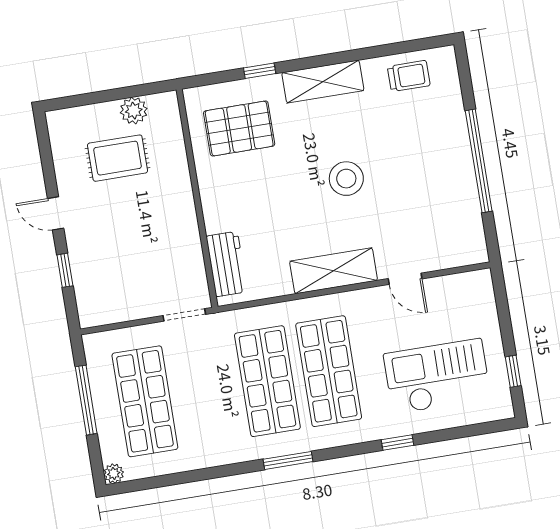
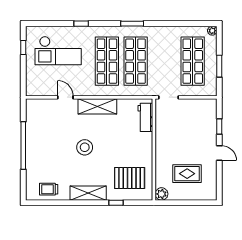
plant: (134, 111) -> (161, 194), moved
window: (86, 400) -> (219, 66), width x0.69

